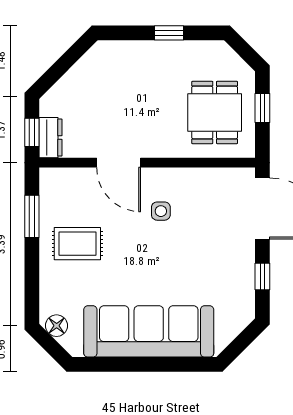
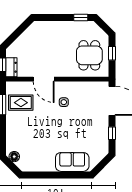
window: (169, 33) -> (81, 18), moved
rug: (77, 244) -> (21, 103), moved
sofa: (149, 331) -> (72, 162), width x0.54, depth x0.79

